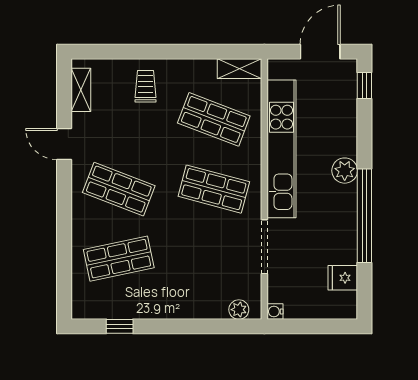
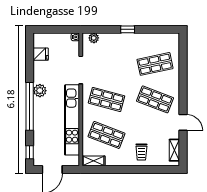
plant: (345, 171) -> (40, 91), moved
window: (364, 216) -> (30, 106), moved
window: (120, 326) -> (128, 29), moved

